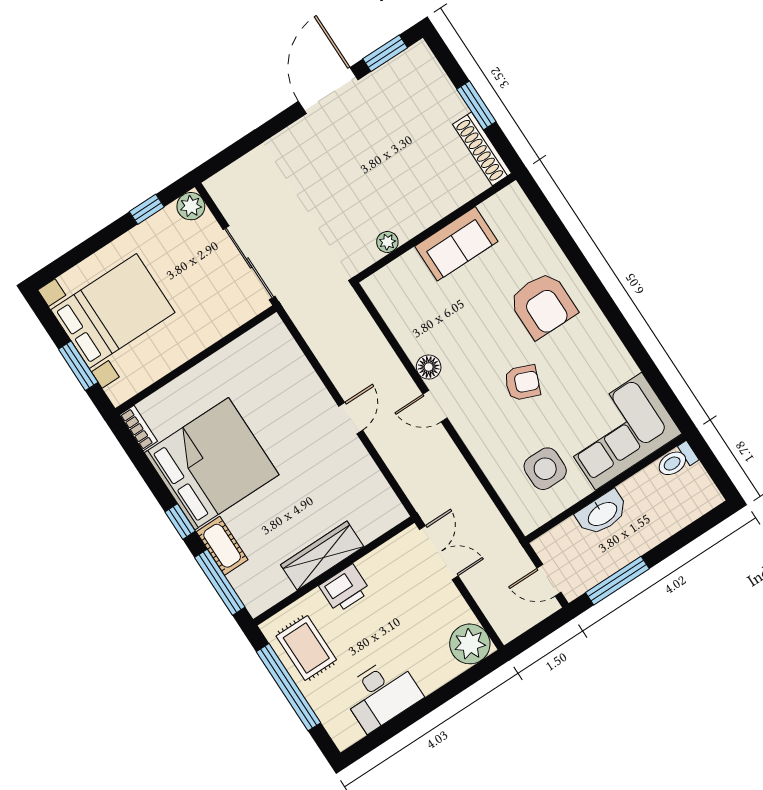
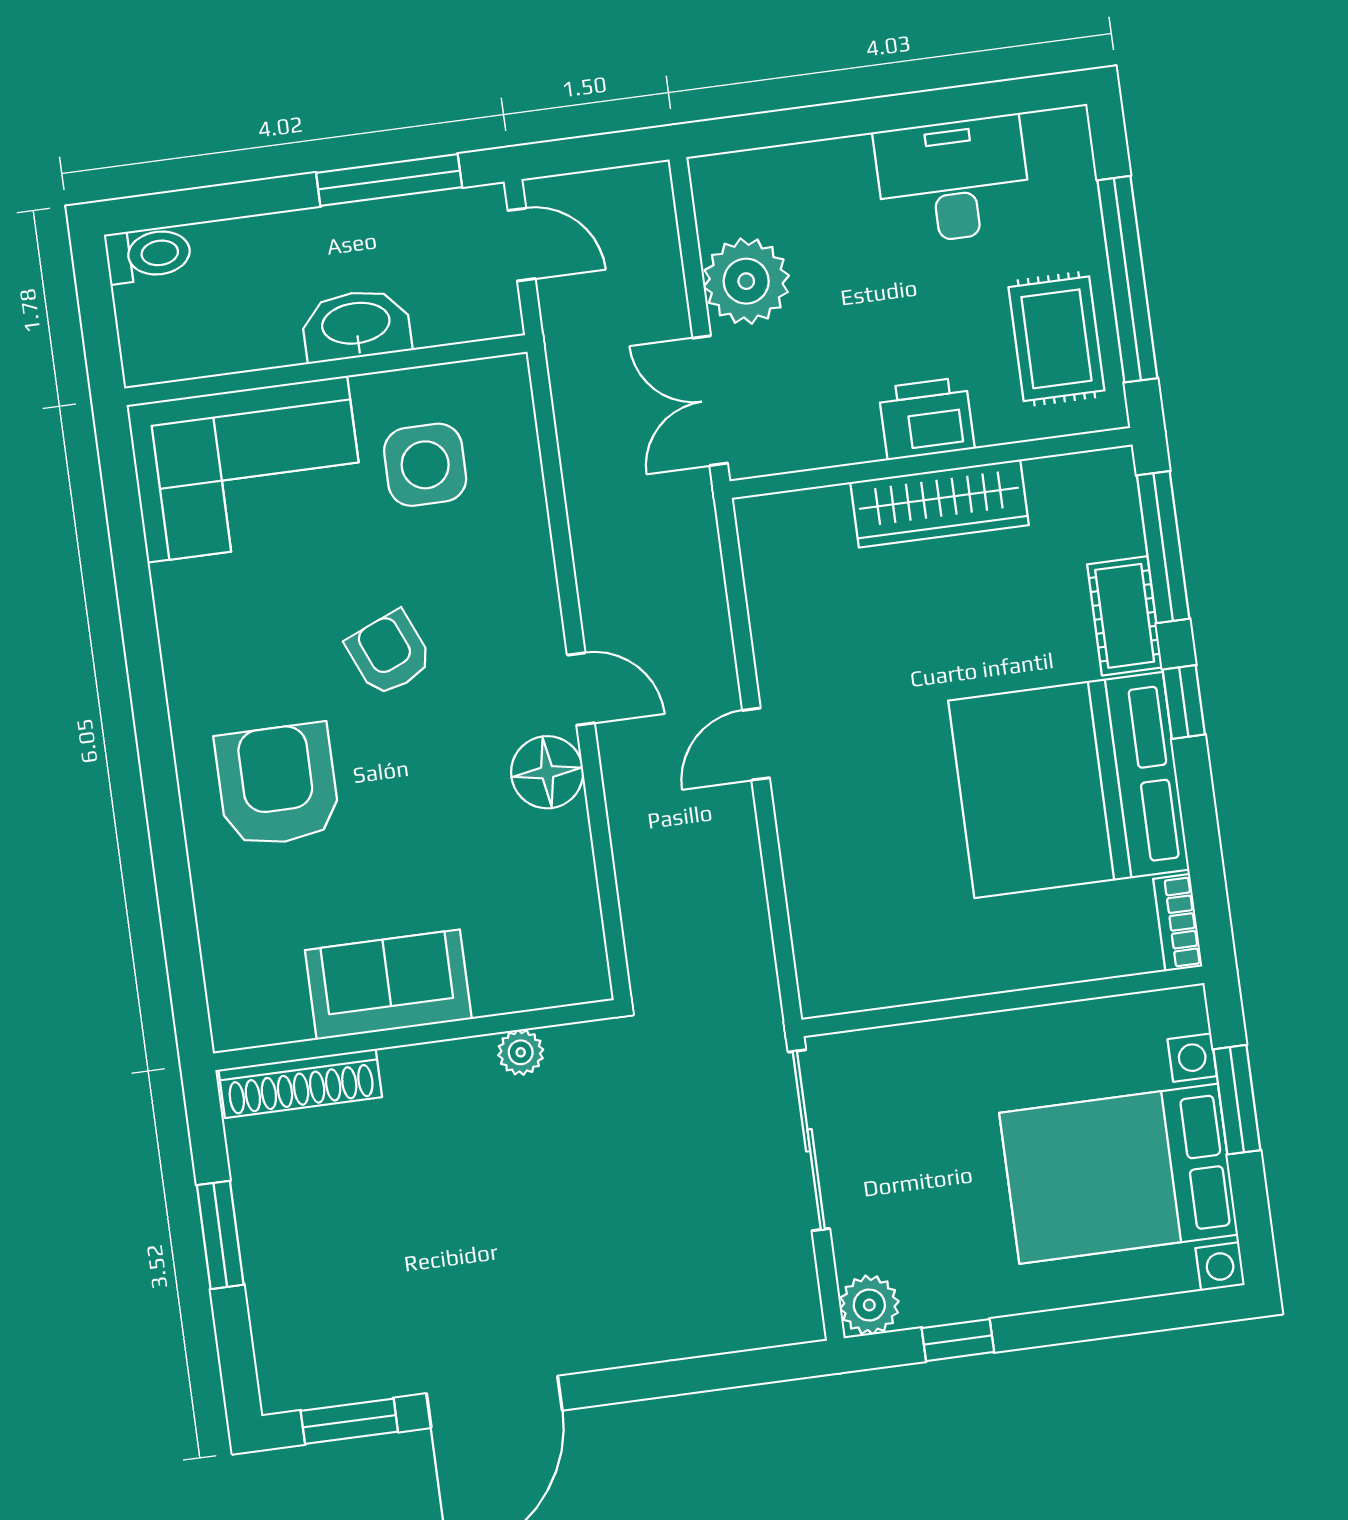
shoe rack: (482, 149) -> (300, 1083), moved, turned 90
floor lamp: (429, 367) -> (547, 772), width x1.38, depth x1.38
armchair: (522, 383) -> (389, 653), turned 45
toilet: (677, 461) -> (148, 254), moved
plant: (470, 644) -> (746, 281), moved

